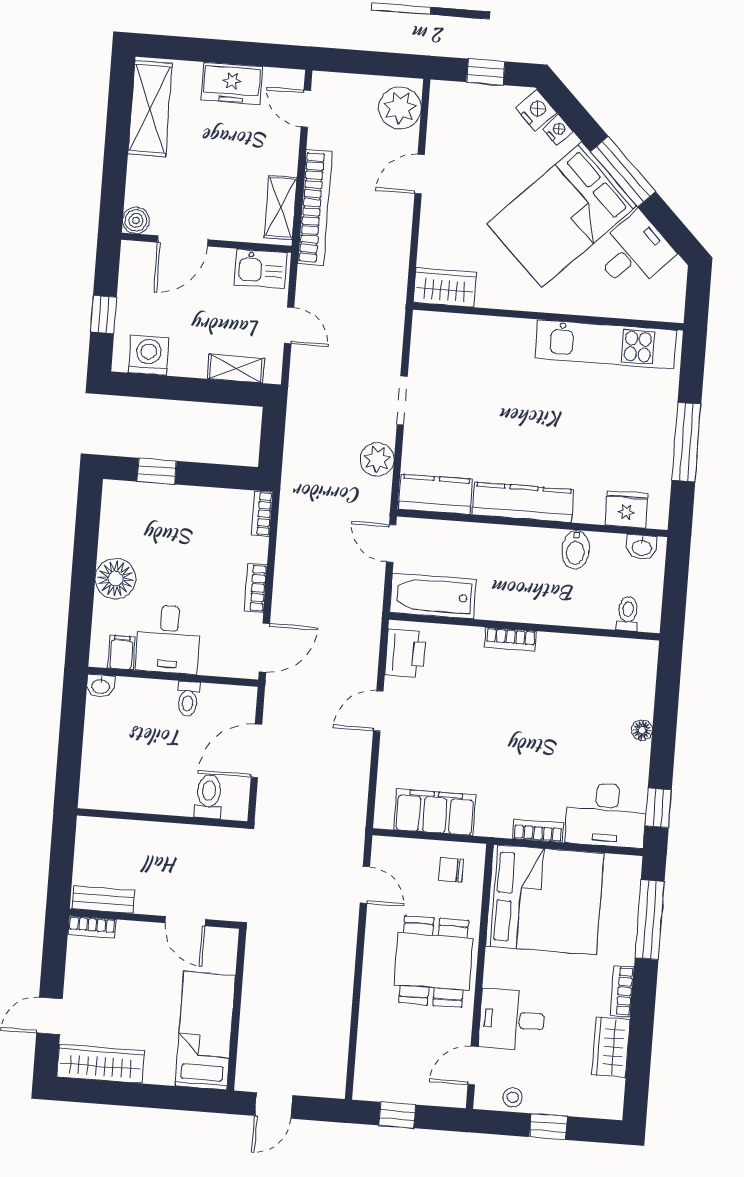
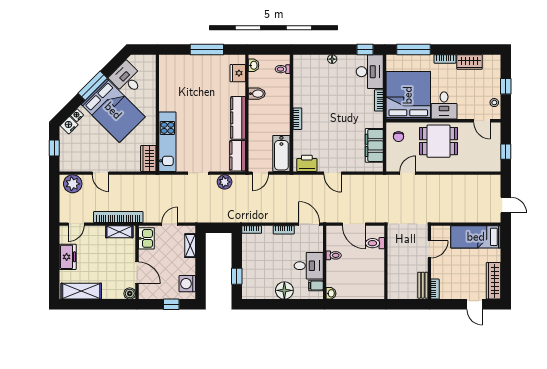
kitchen unit: (606, 344) -> (167, 142), moved
desk: (512, 1020) -> (444, 105), moved

